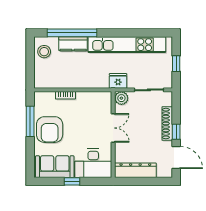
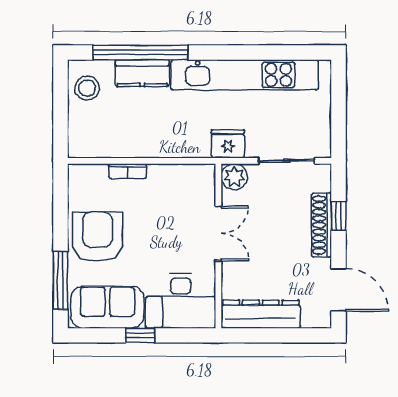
window: (176, 64) -> (339, 111), removed
window: (30, 121) -> (60, 280), moved
armchair: (50, 130) -> (98, 237), turned 180
window: (176, 132) -> (339, 216), moved

